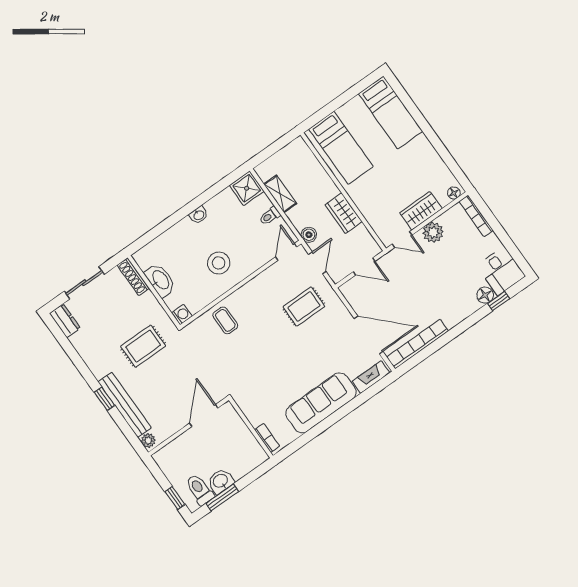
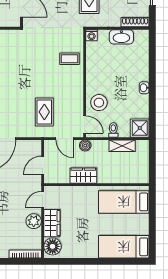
floor lamp: (454, 193) -> (53, 246), width x1.89, depth x1.89
stool: (219, 263) -> (99, 103), moved

